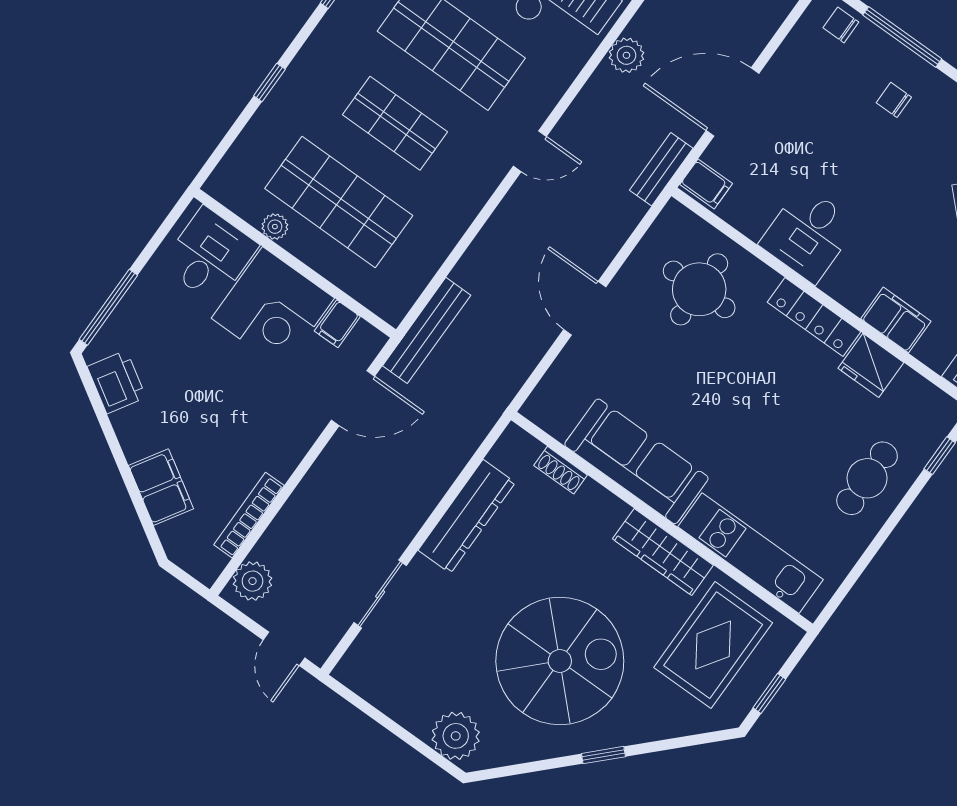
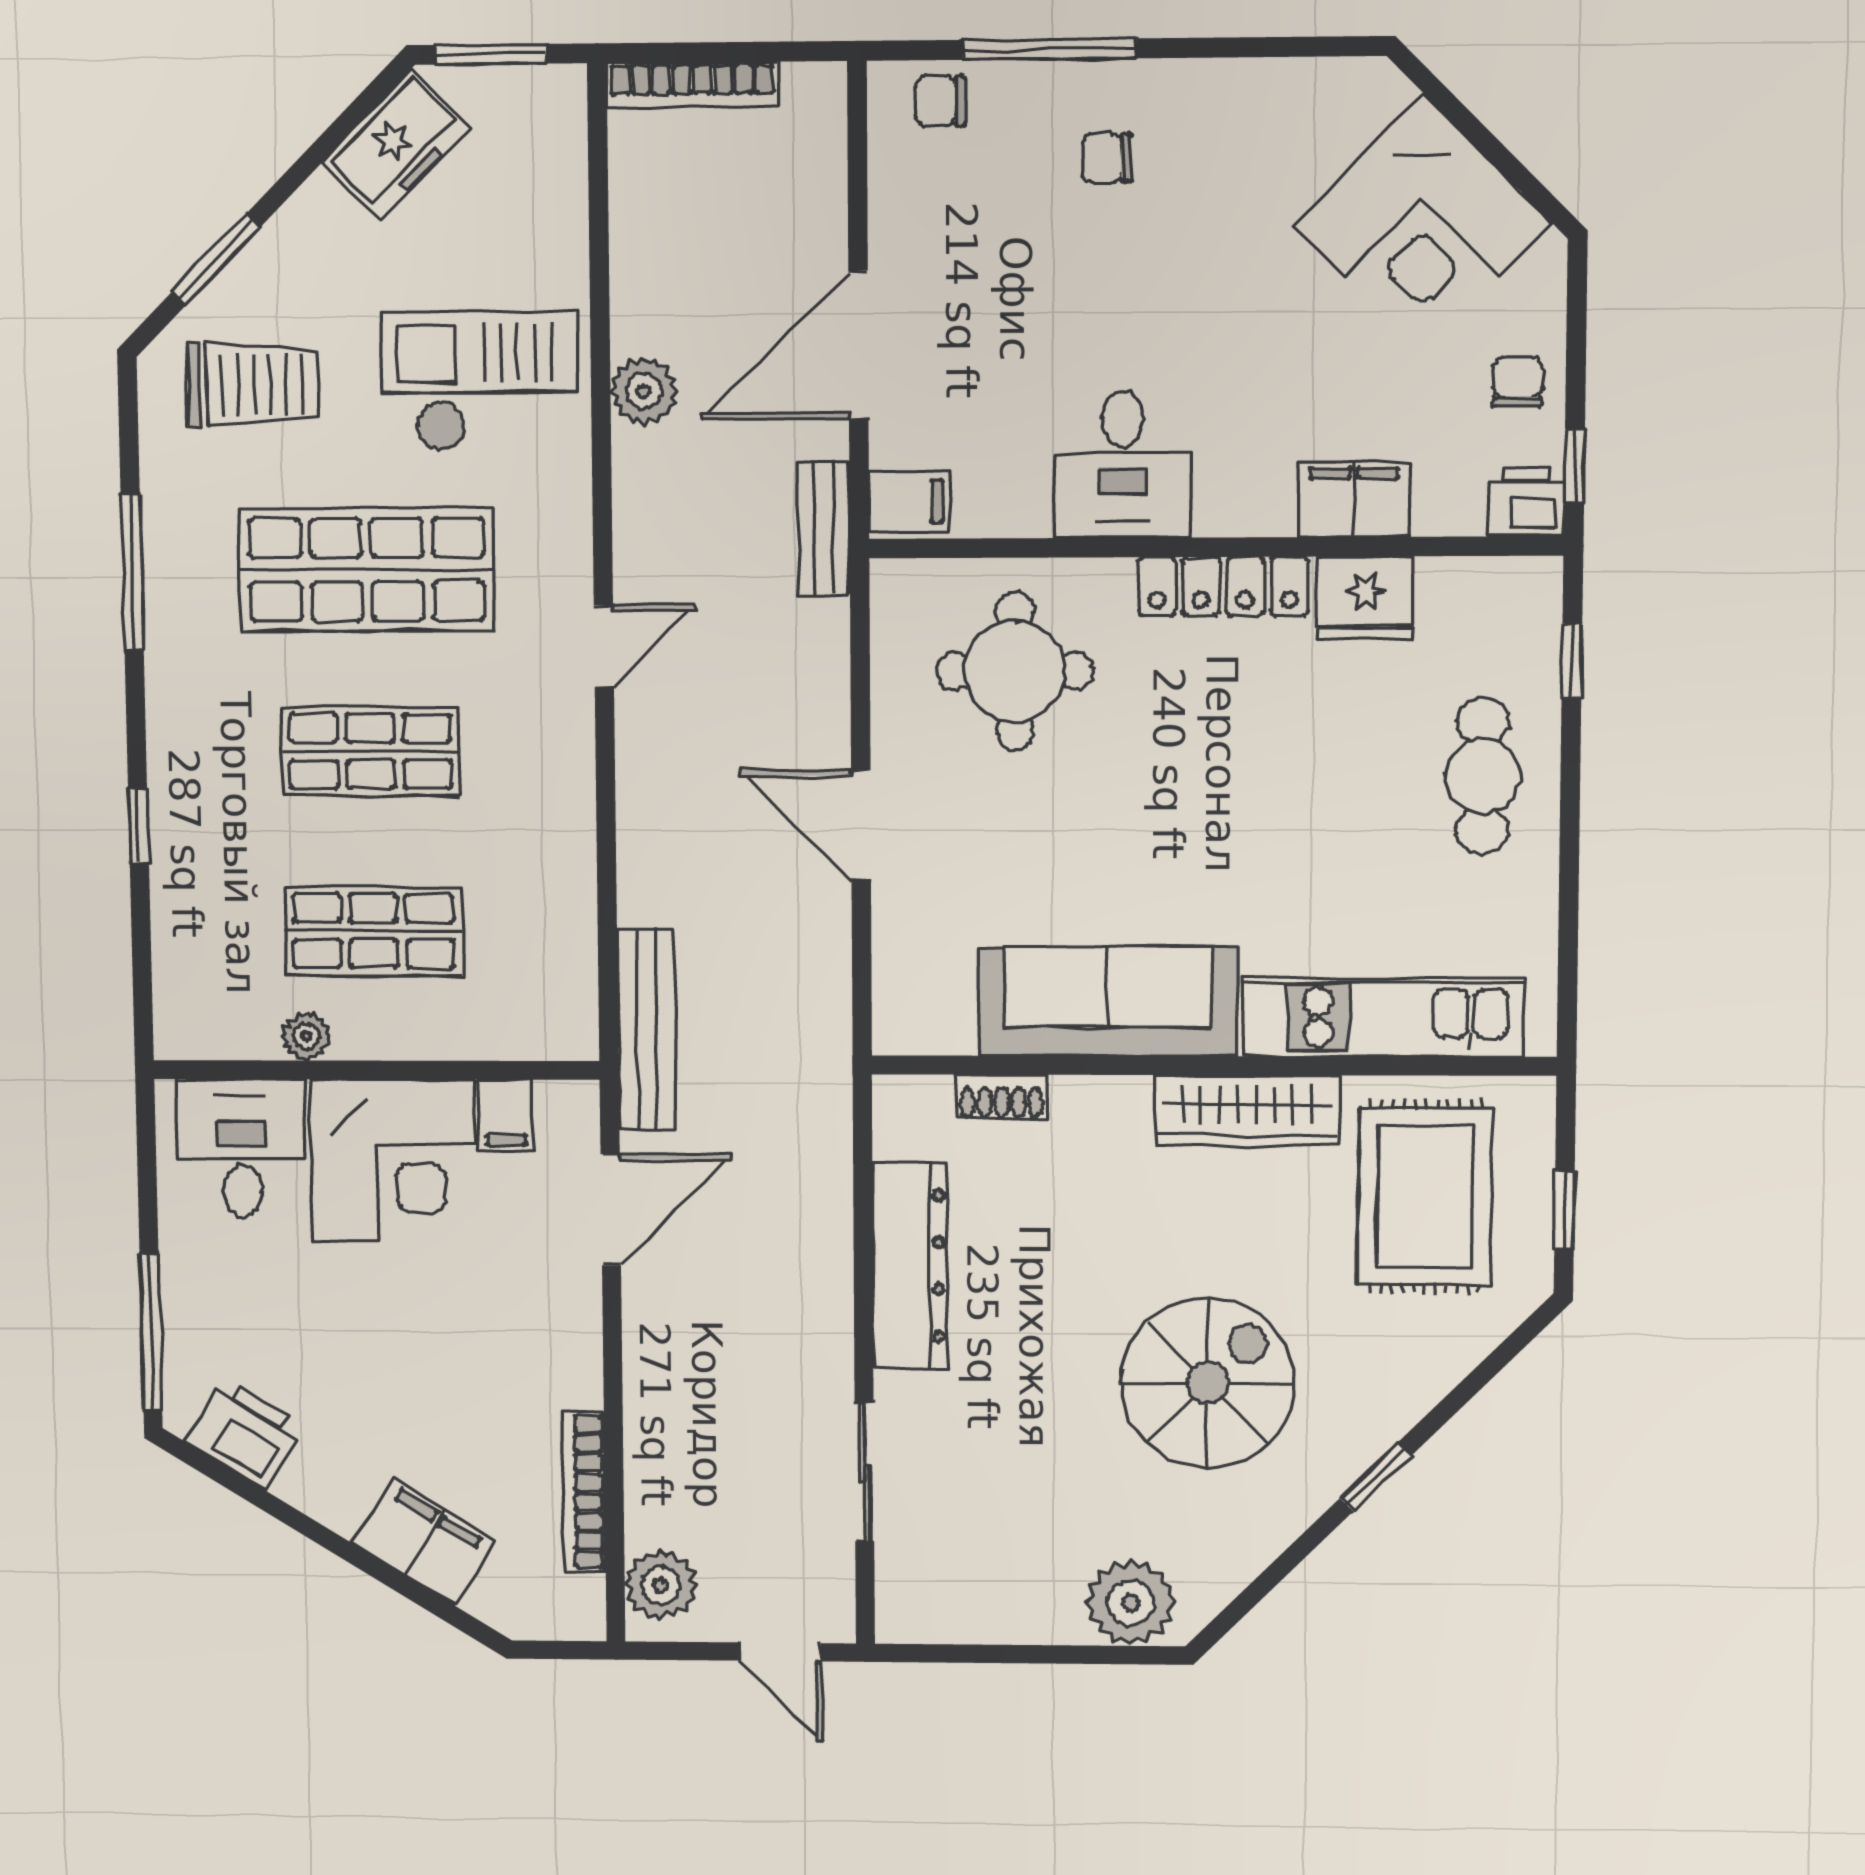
shop shelf: (339, 202) -> (374, 931), width x0.70, depth x0.74
spiral stairs: (560, 661) -> (1208, 1383), width x0.73, depth x0.73

